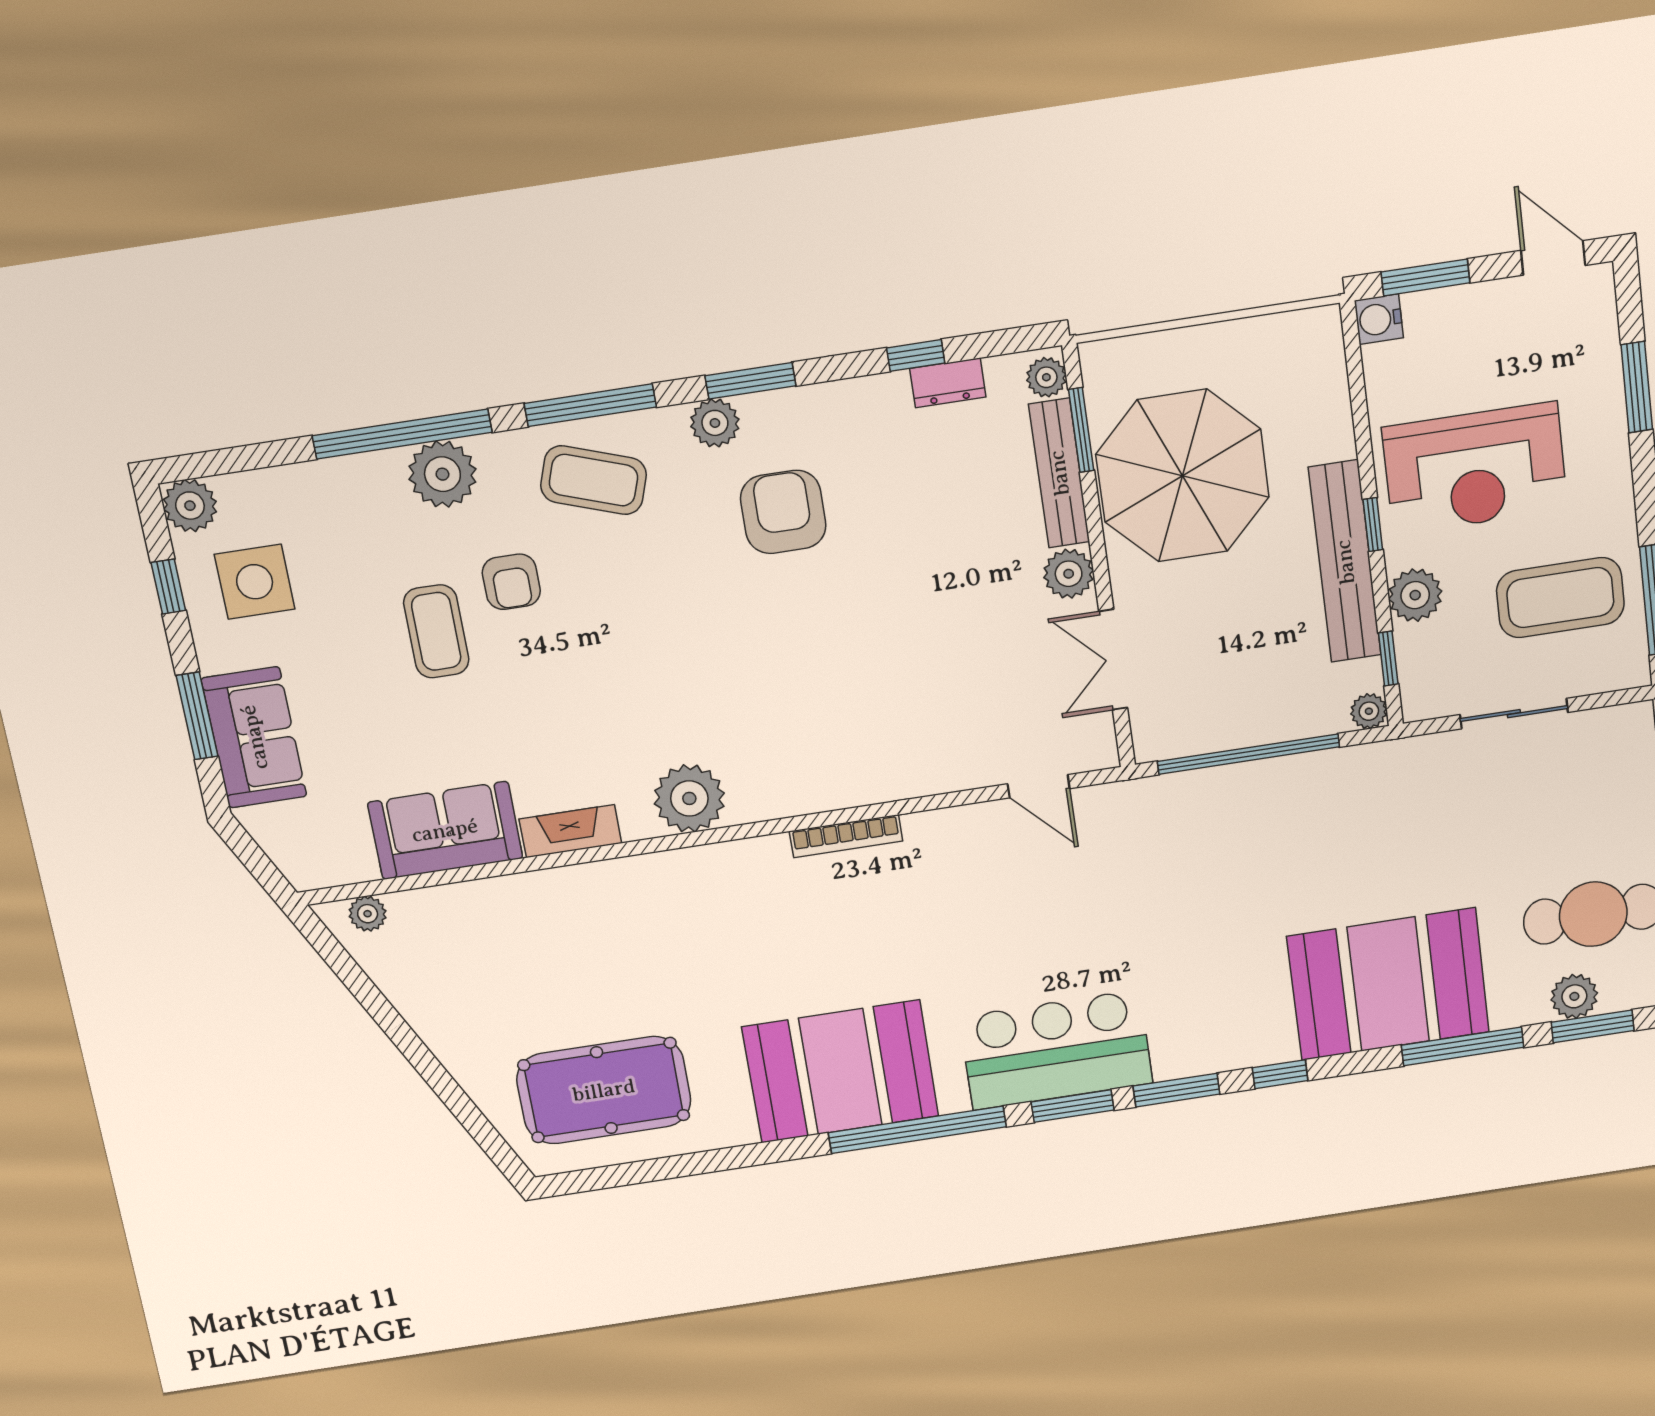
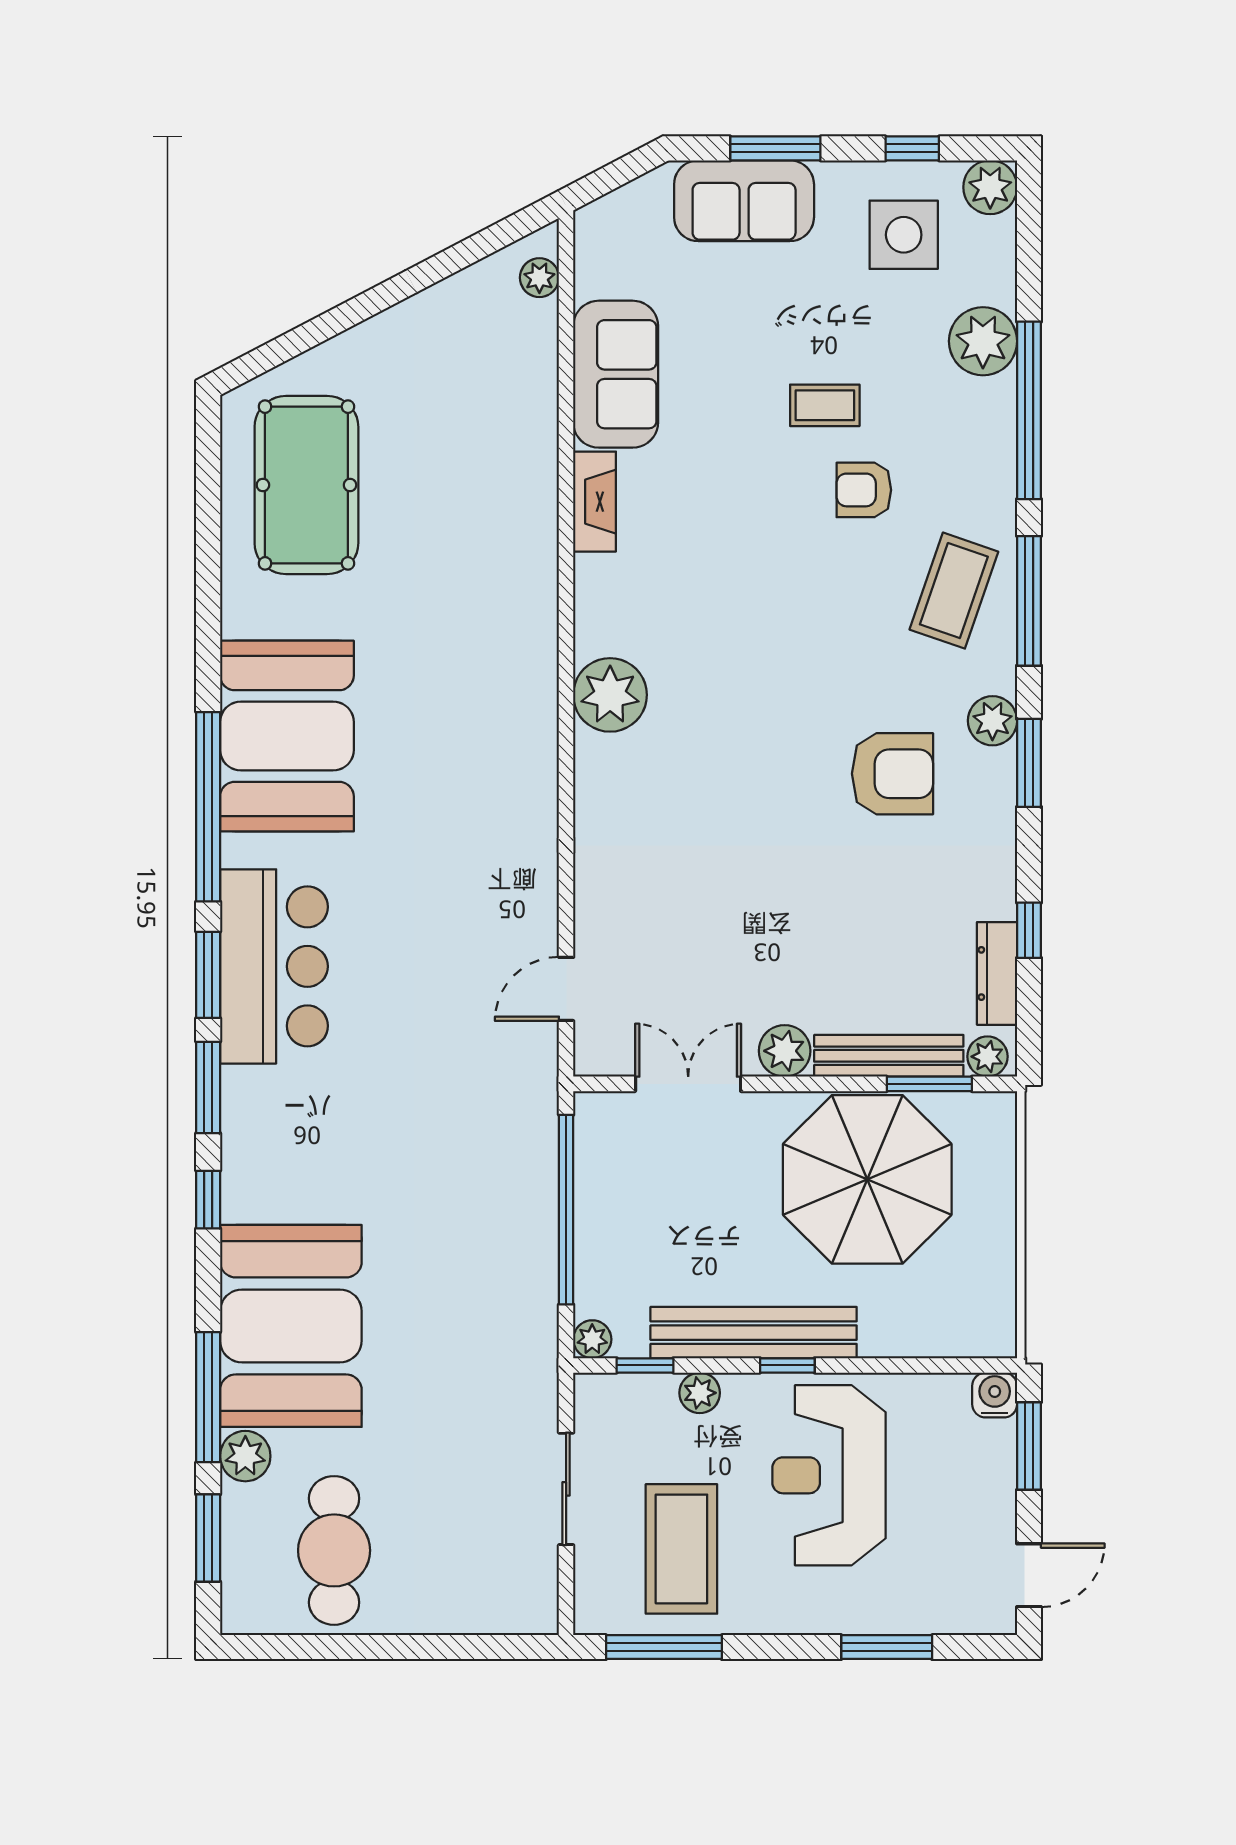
dresser: (948, 383) -> (997, 973), width x1.44
plant: (442, 474) -> (983, 341), moved
plant: (1415, 595) -> (700, 1393), width x0.73, depth x0.73
coffee table: (436, 631) -> (825, 405), width x0.73, depth x0.77
plant: (689, 798) -> (610, 695), moved
bookcase: (846, 836) -> (544, 783), removed
plant: (1574, 996) -> (245, 1456), moved

